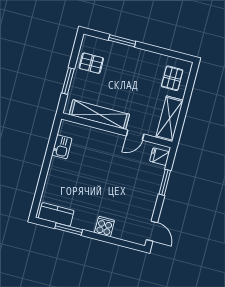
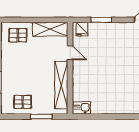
pallet: (91, 63) -> (23, 102), turned 90
kitchen sink: (62, 147) -> (82, 108), moved

